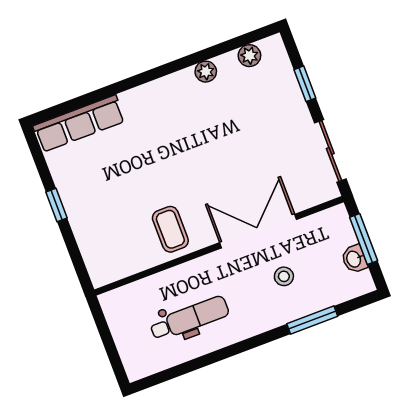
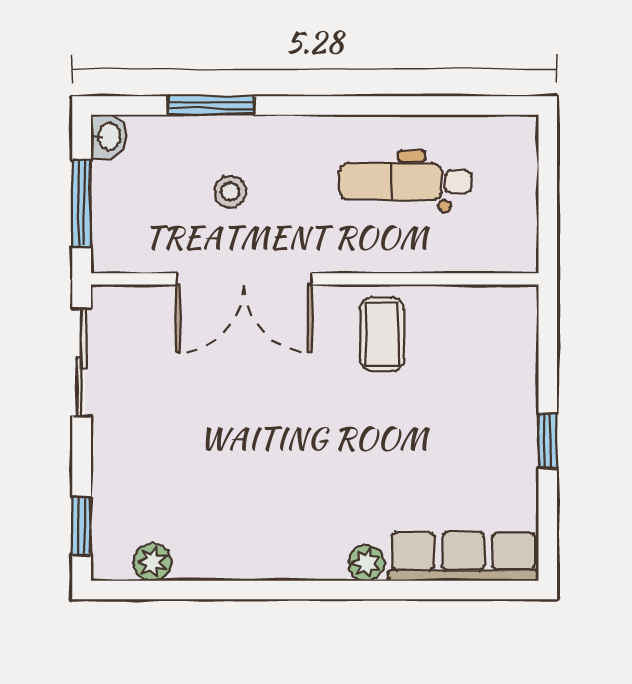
plant: (206, 72) -> (366, 563), moved
window: (305, 84) -> (82, 526), moved
washbasin: (354, 259) -> (108, 136), moved

